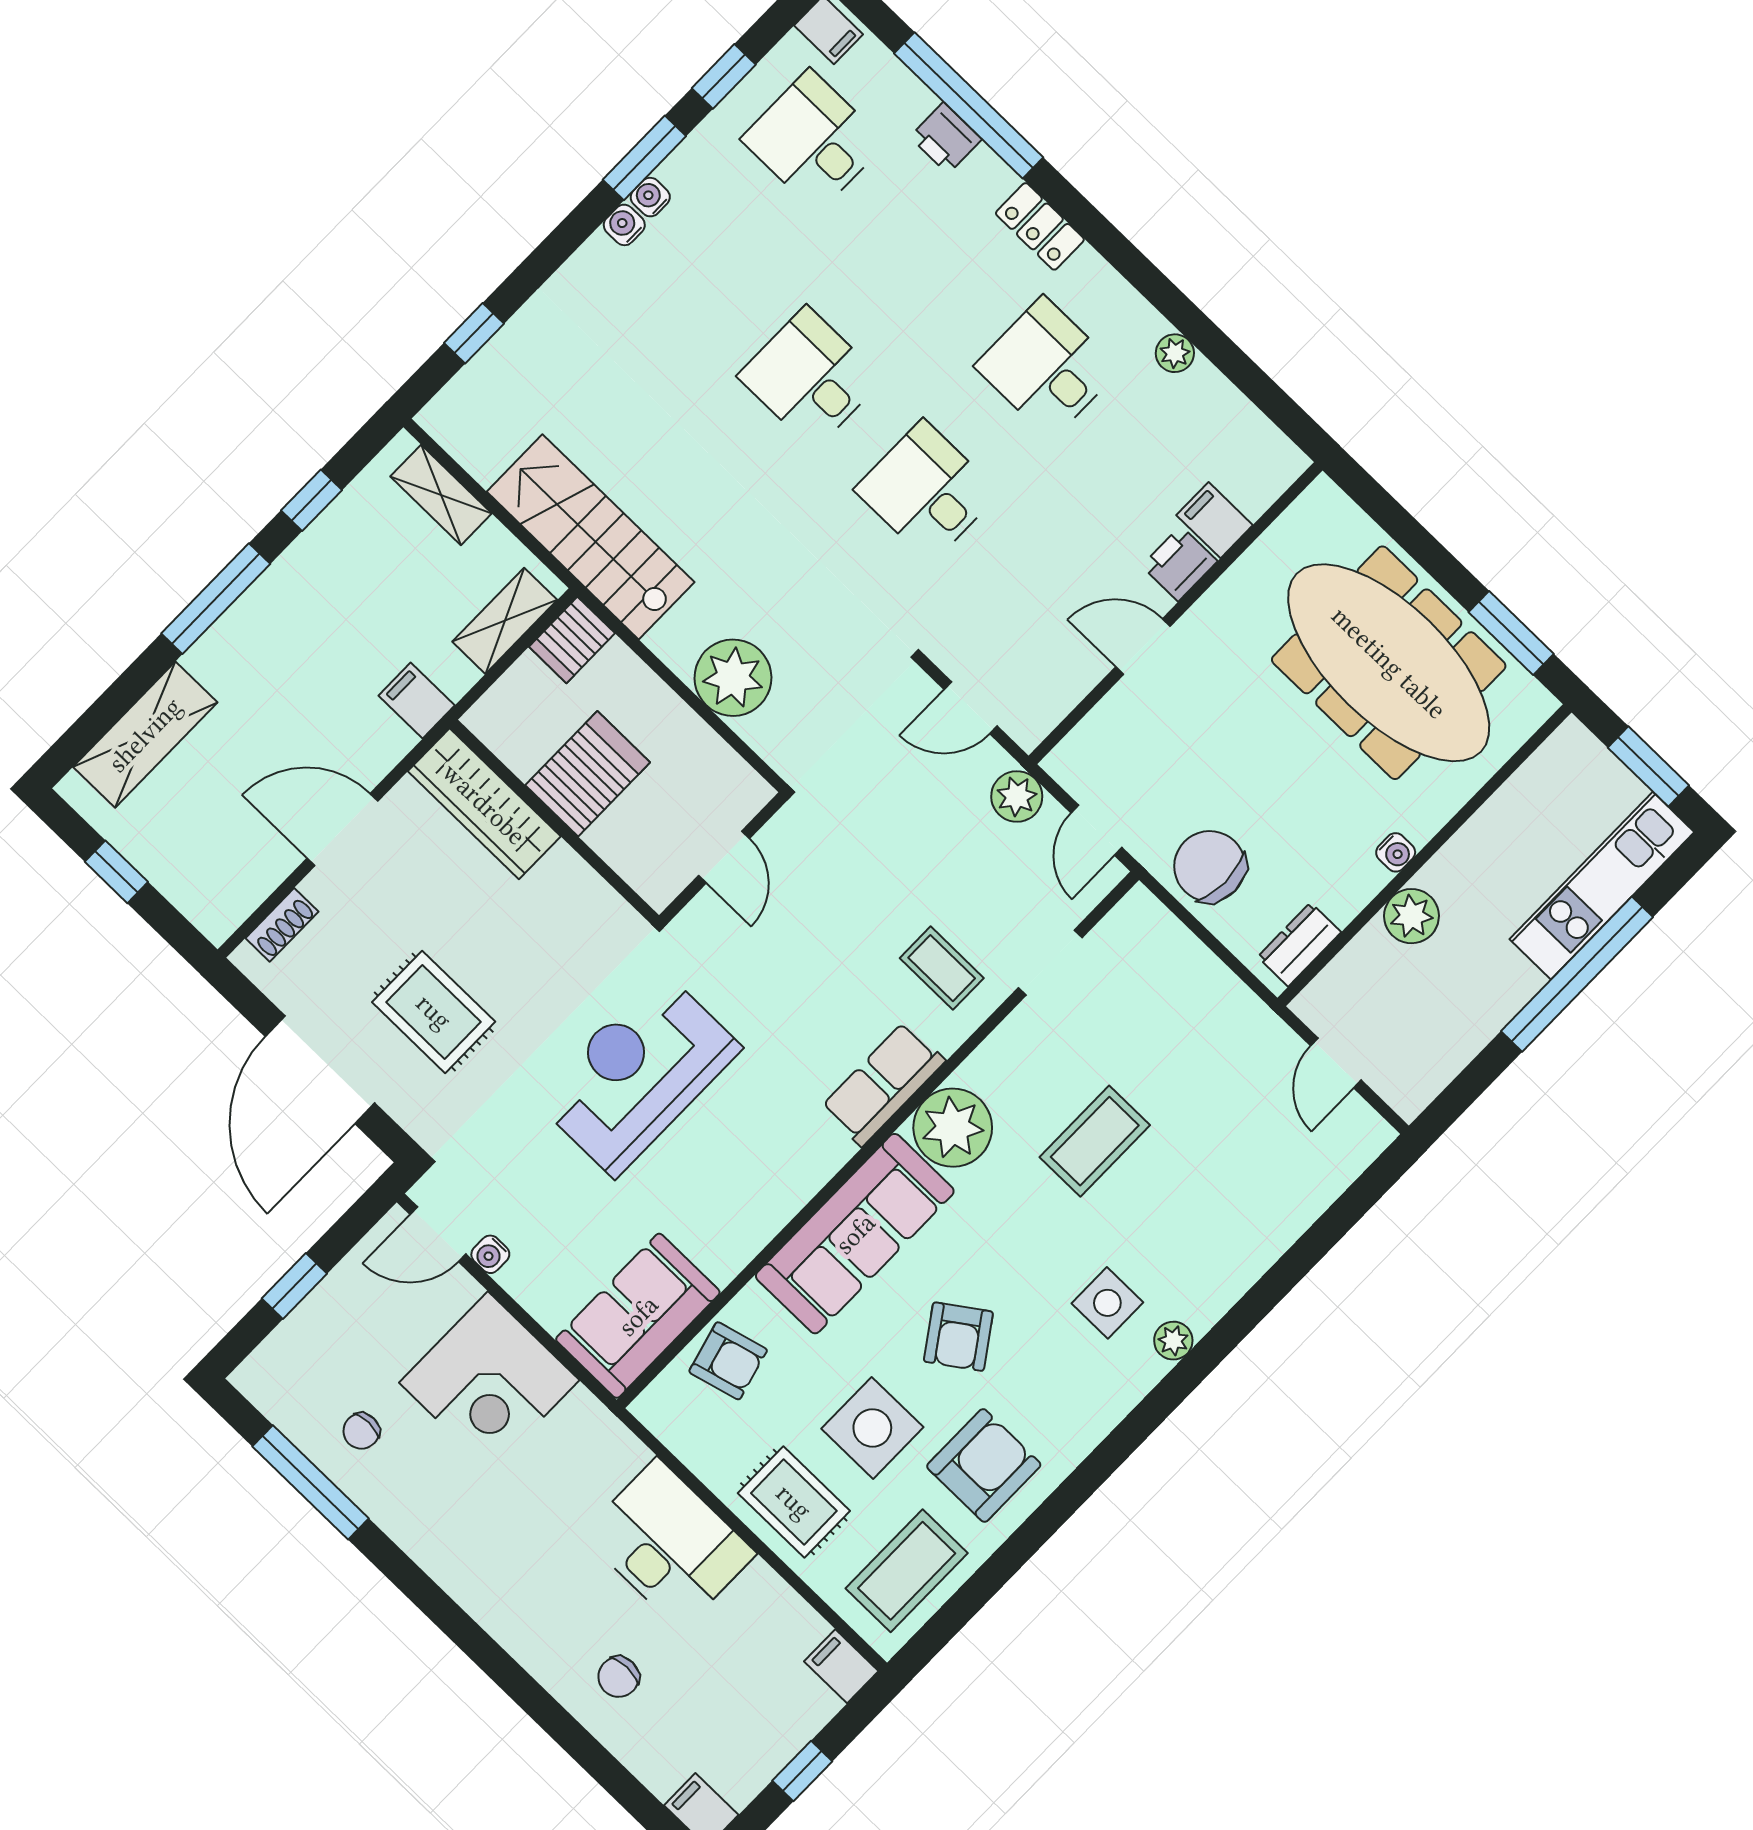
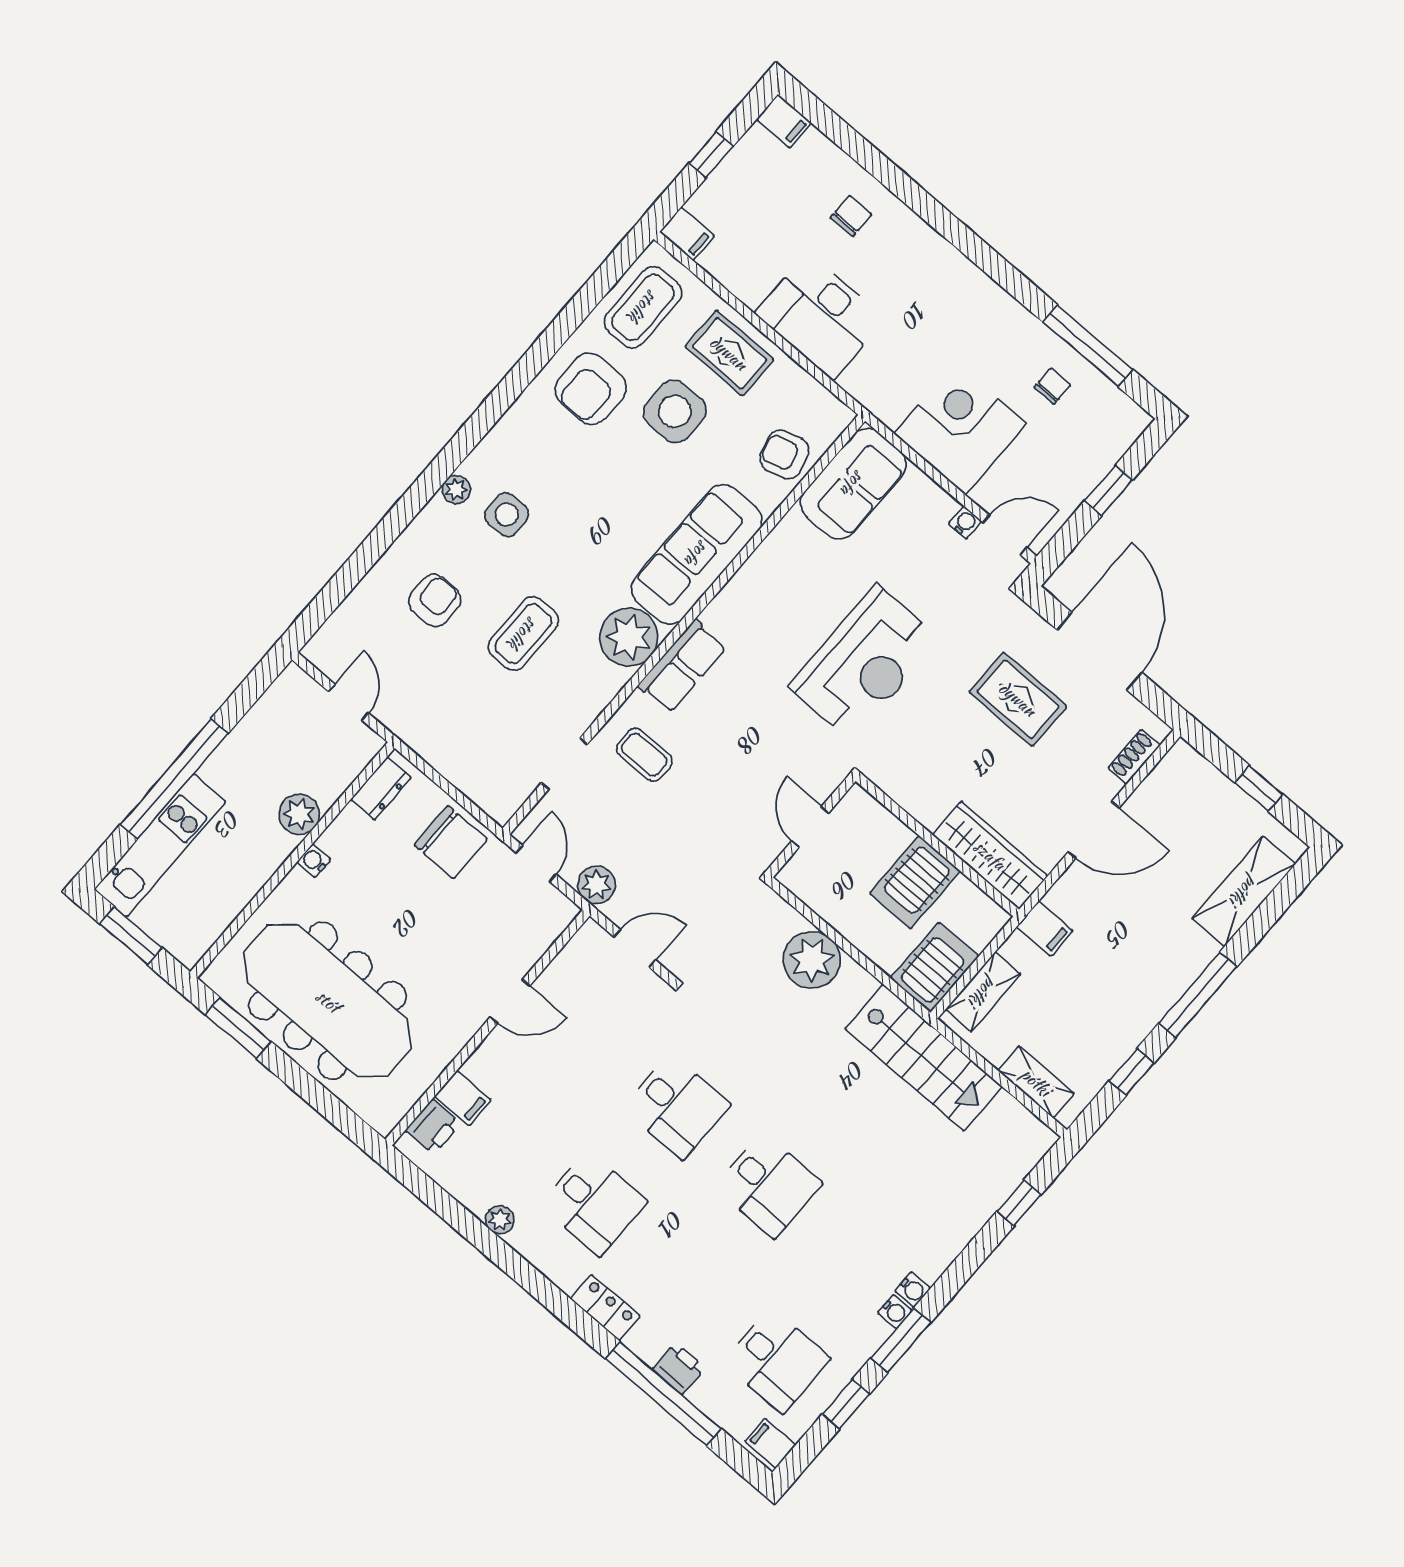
printer: (1180, 564) -> (433, 1127), moved
server rack: (572, 640) -> (935, 967), width x1.36, depth x1.44
armchair: (958, 1337) -> (435, 600), moved, turned 35

